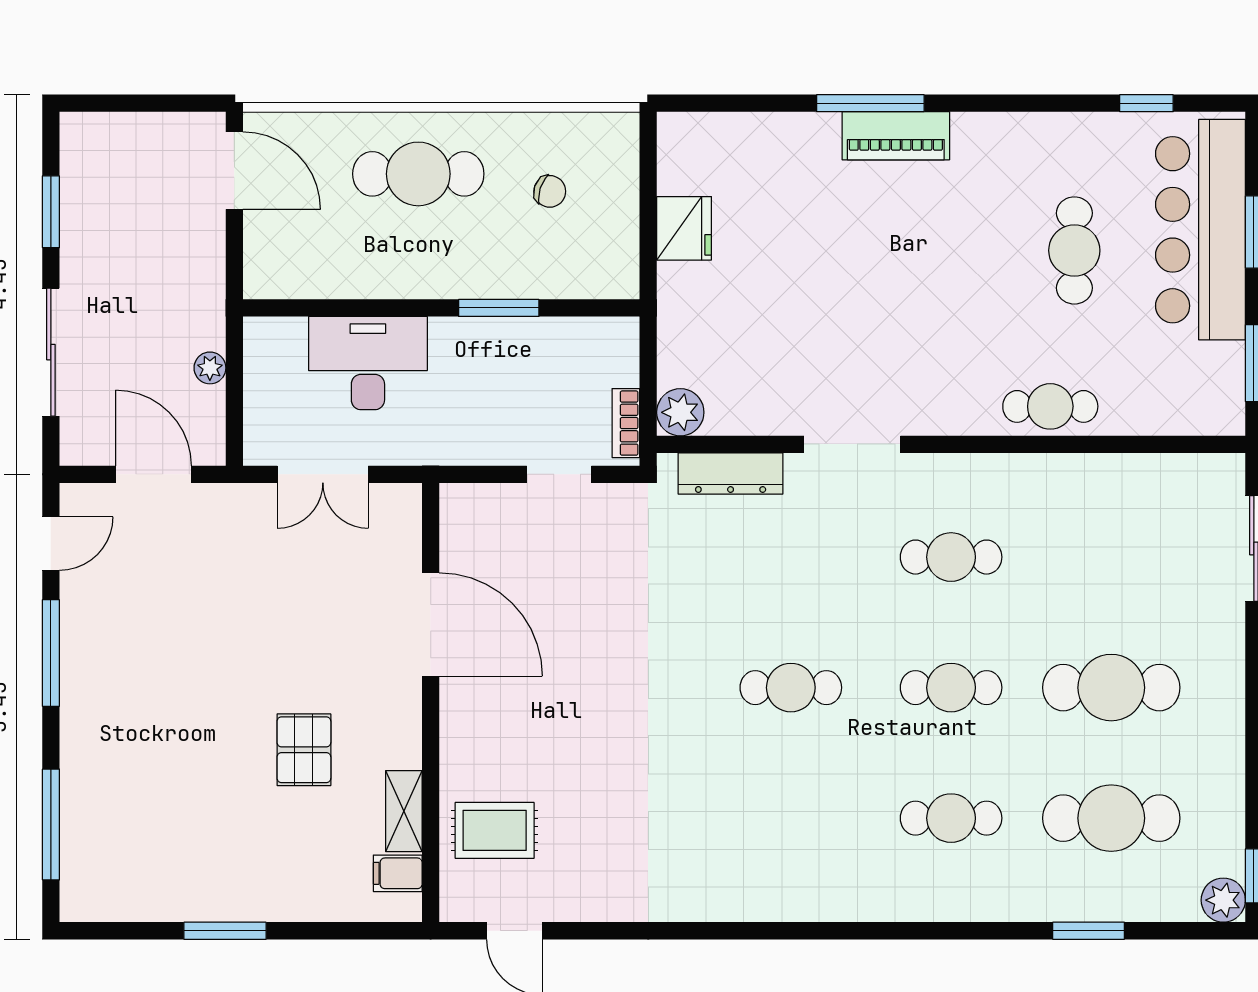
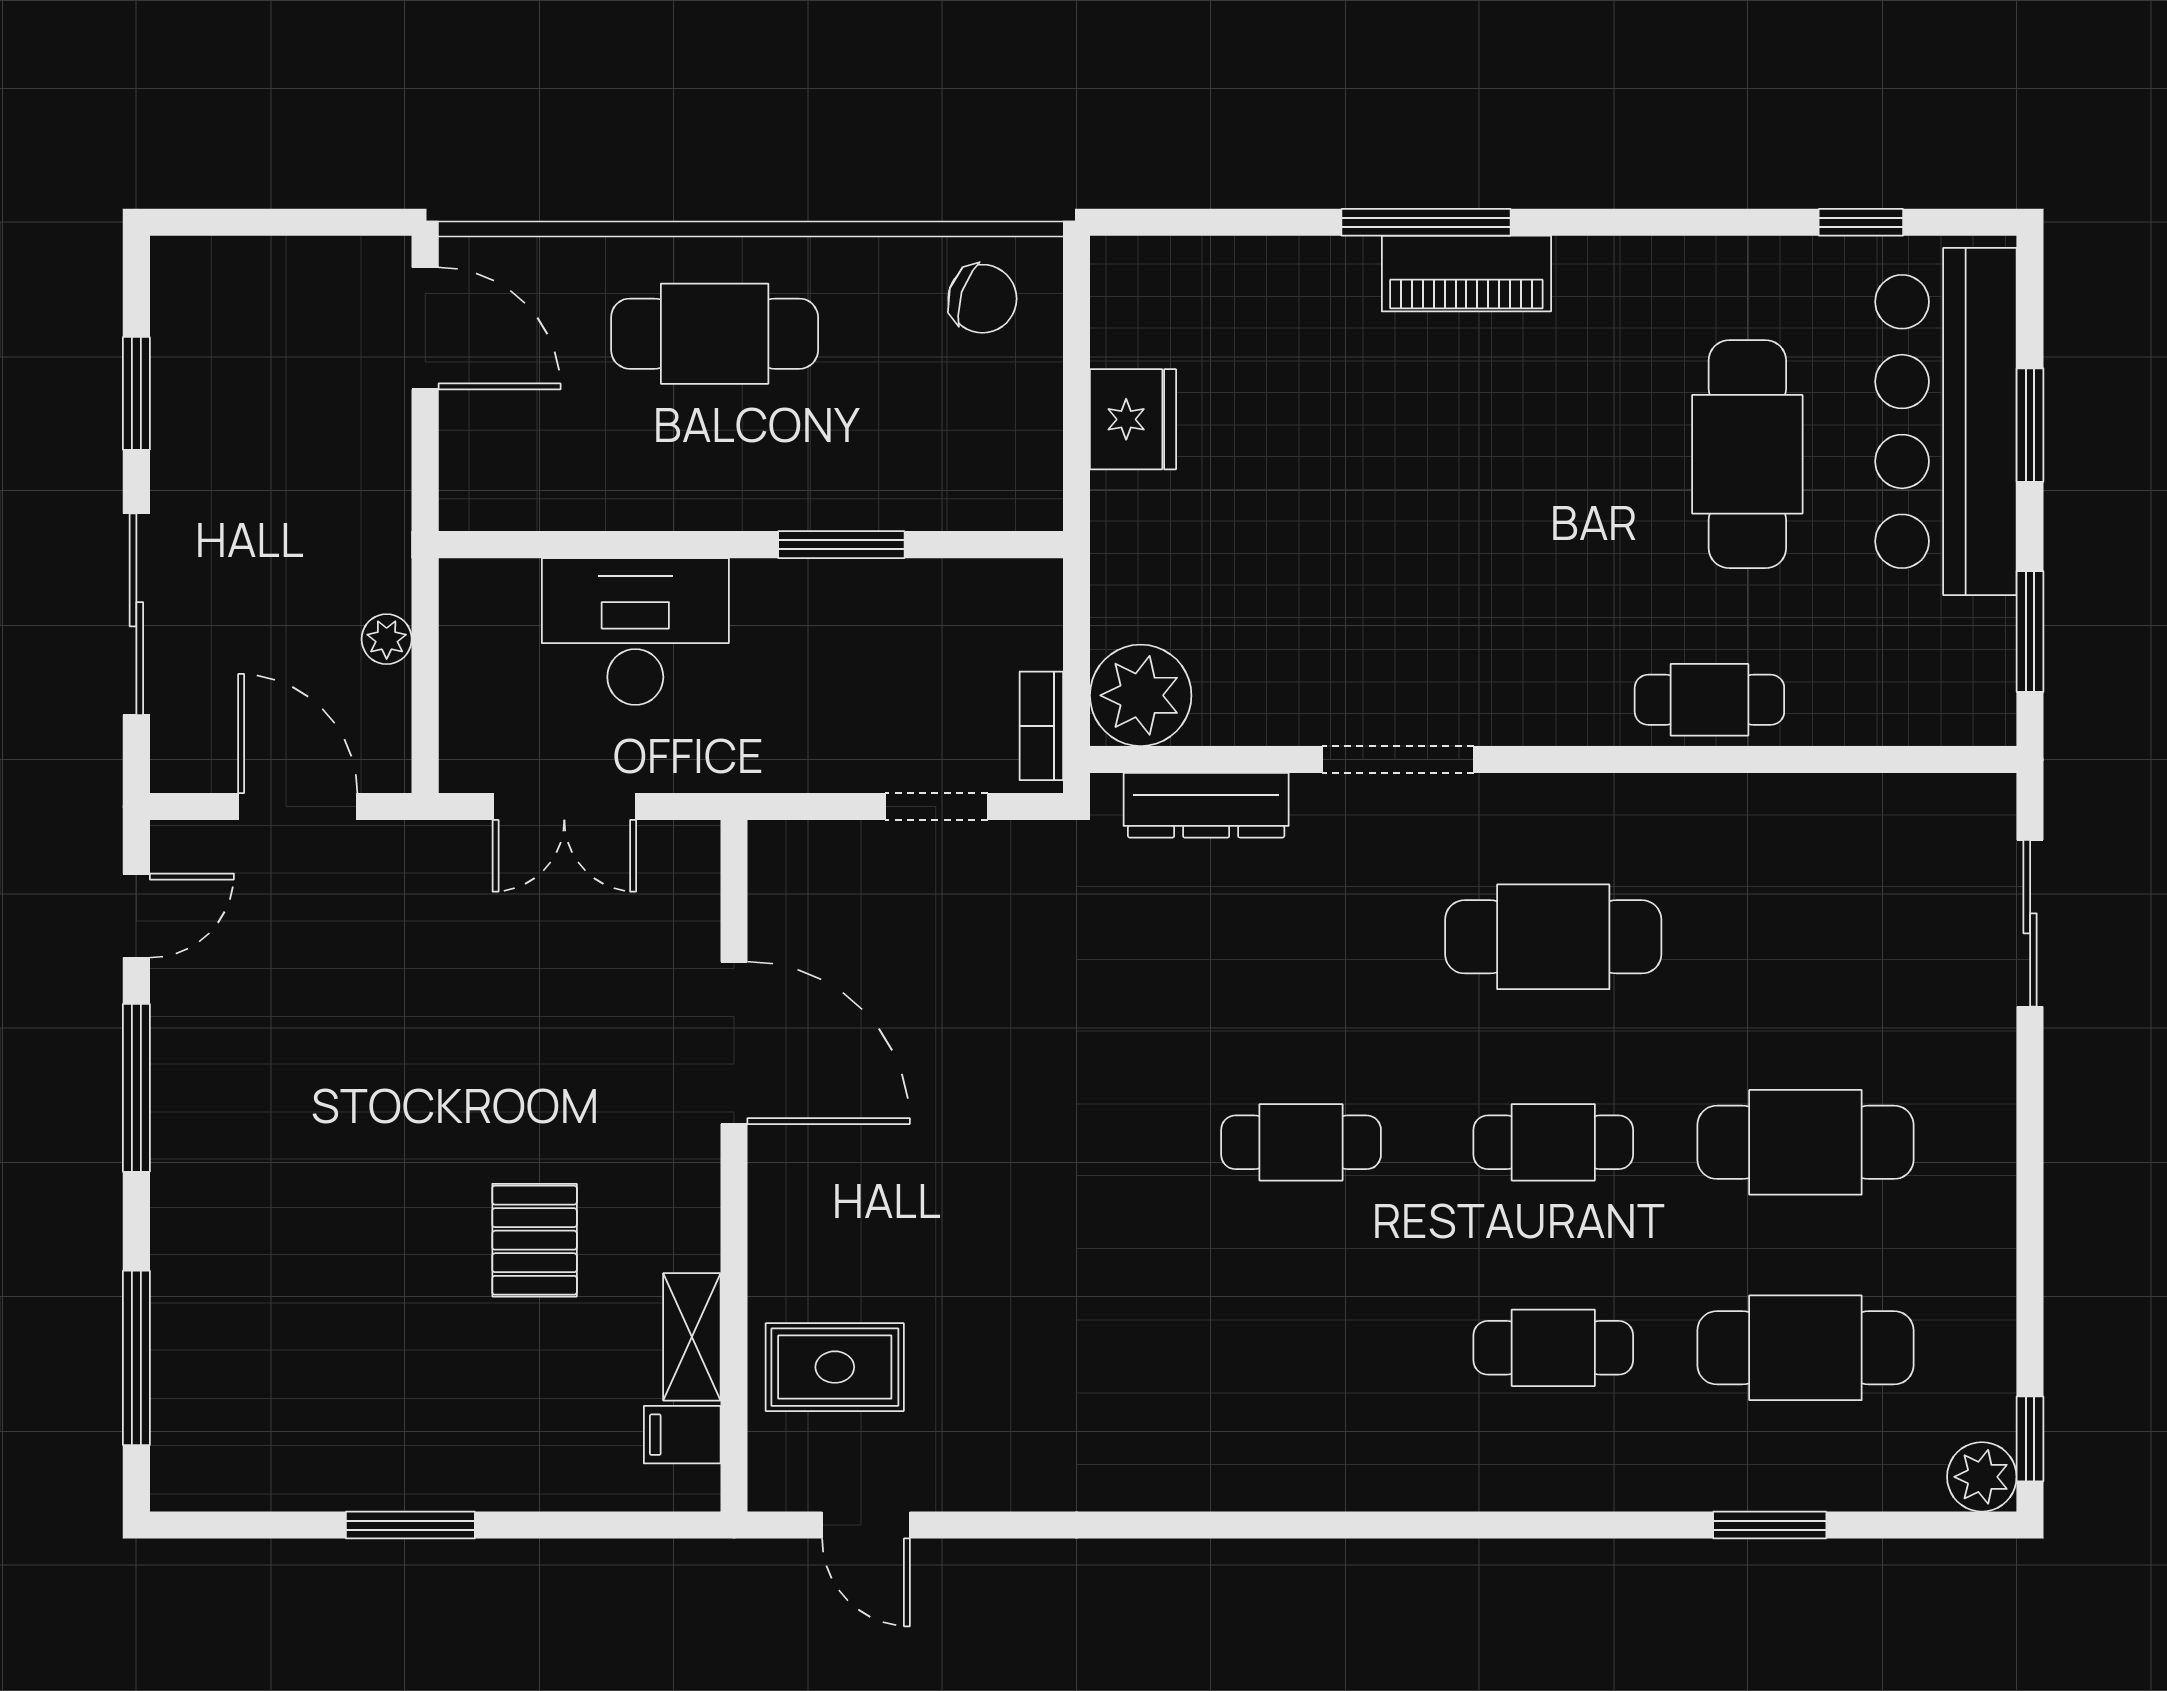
chair: (550, 191) -> (982, 299), moved, width x1.37, depth x1.37
cafe table: (1074, 250) -> (1747, 454), width x1.37, depth x1.35
plant: (680, 412) -> (1141, 695), width x1.36, depth x1.36
cafe table: (951, 557) -> (1553, 937), width x1.37, depth x1.35

